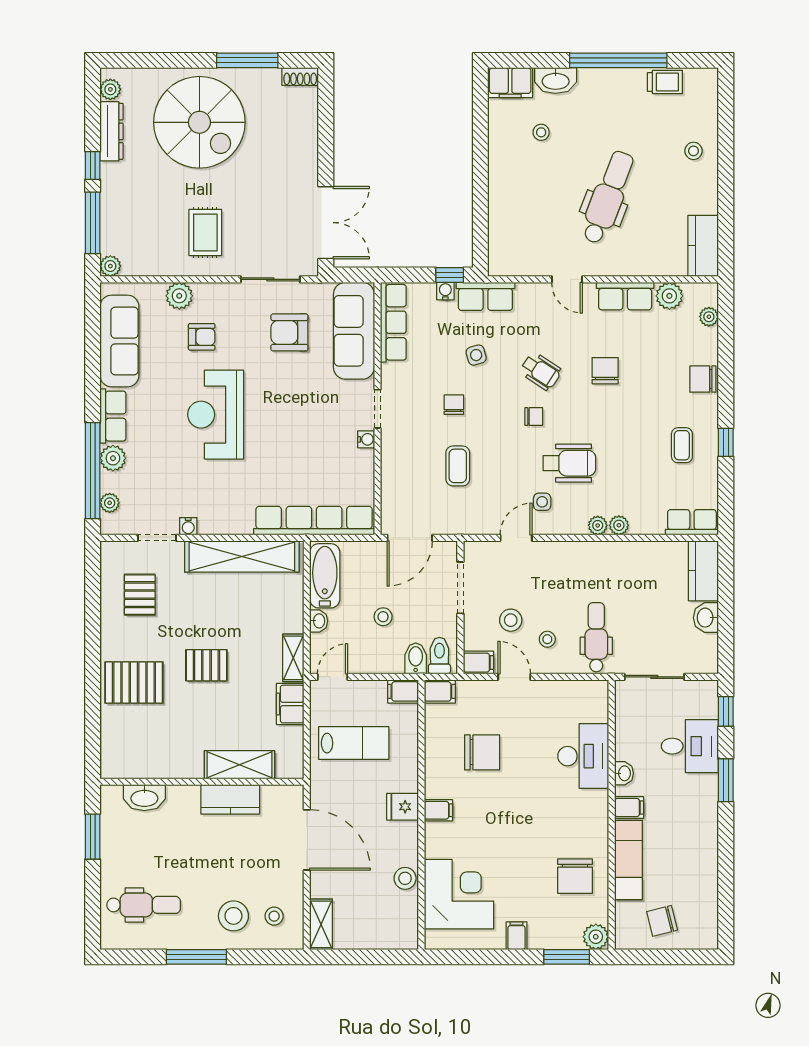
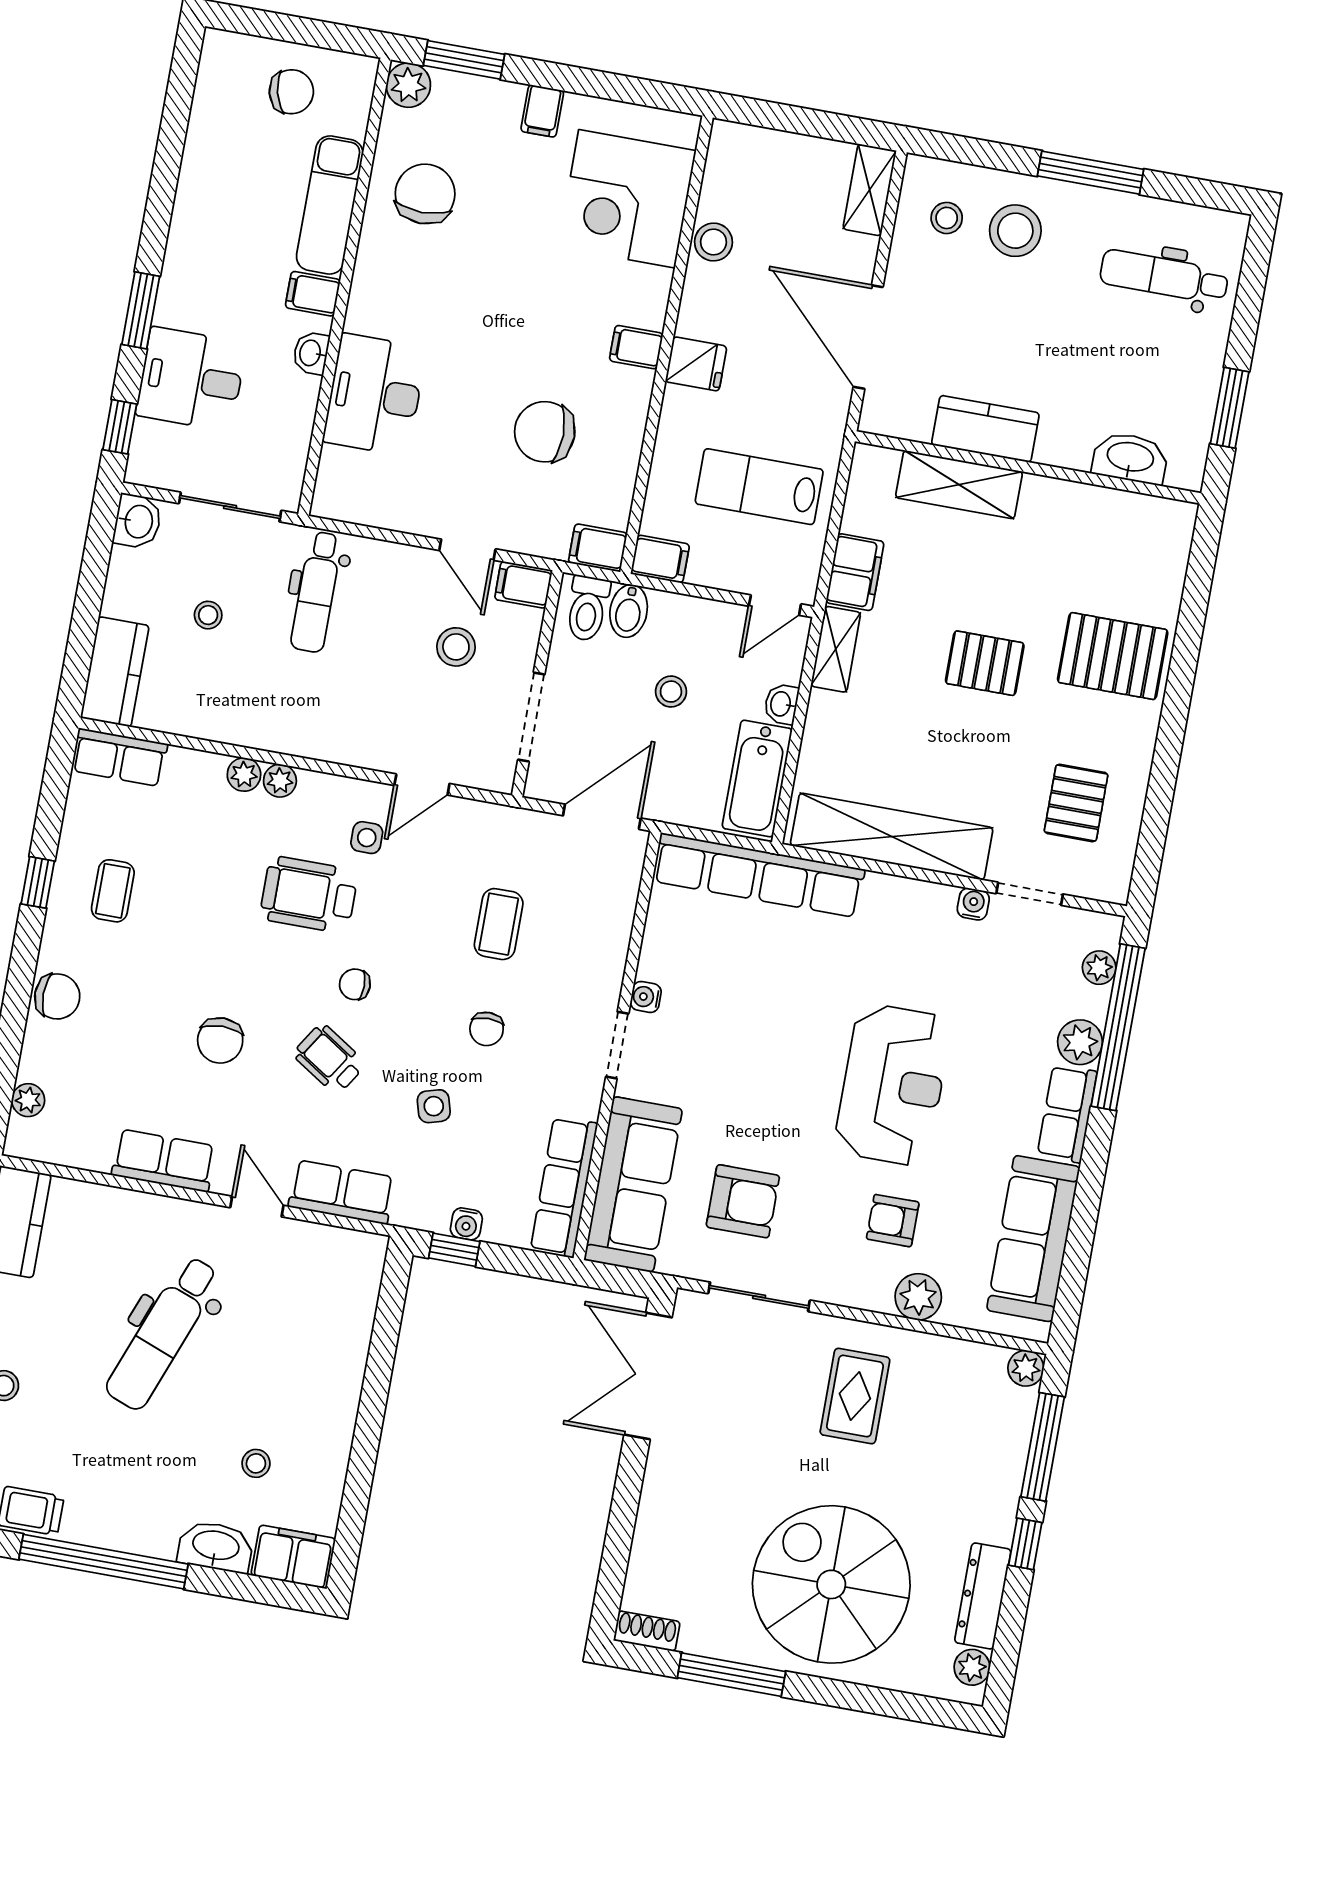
row of seats: (485, 296) -> (342, 1192), moved
plant: (669, 296) -> (89, 1147), removed
washbasin: (706, 618) -> (138, 521), moved
stool: (547, 639) -> (208, 615), moved

